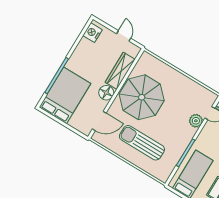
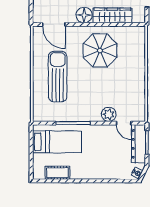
parasol: (142, 97) -> (100, 51), width x0.73, depth x0.73

